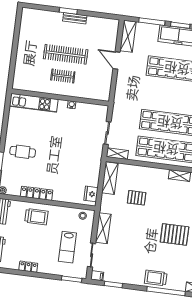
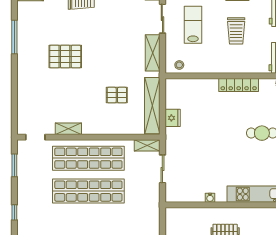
shelving: (110, 178) -> (152, 106), width x1.47
fridge: (91, 194) -> (173, 118), moved
trolley: (36, 217) -> (236, 31), moved, turned -90

